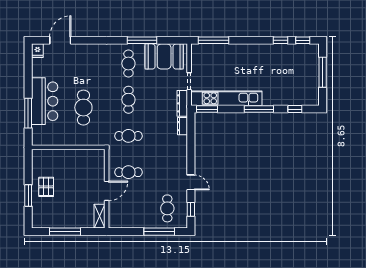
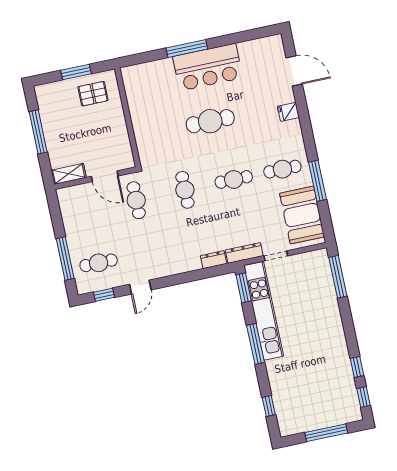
fridge: (37, 51) -> (288, 112), moved
window: (259, 109) -> (256, 344), moved
wall: (68, 147) -> (128, 117), moved

